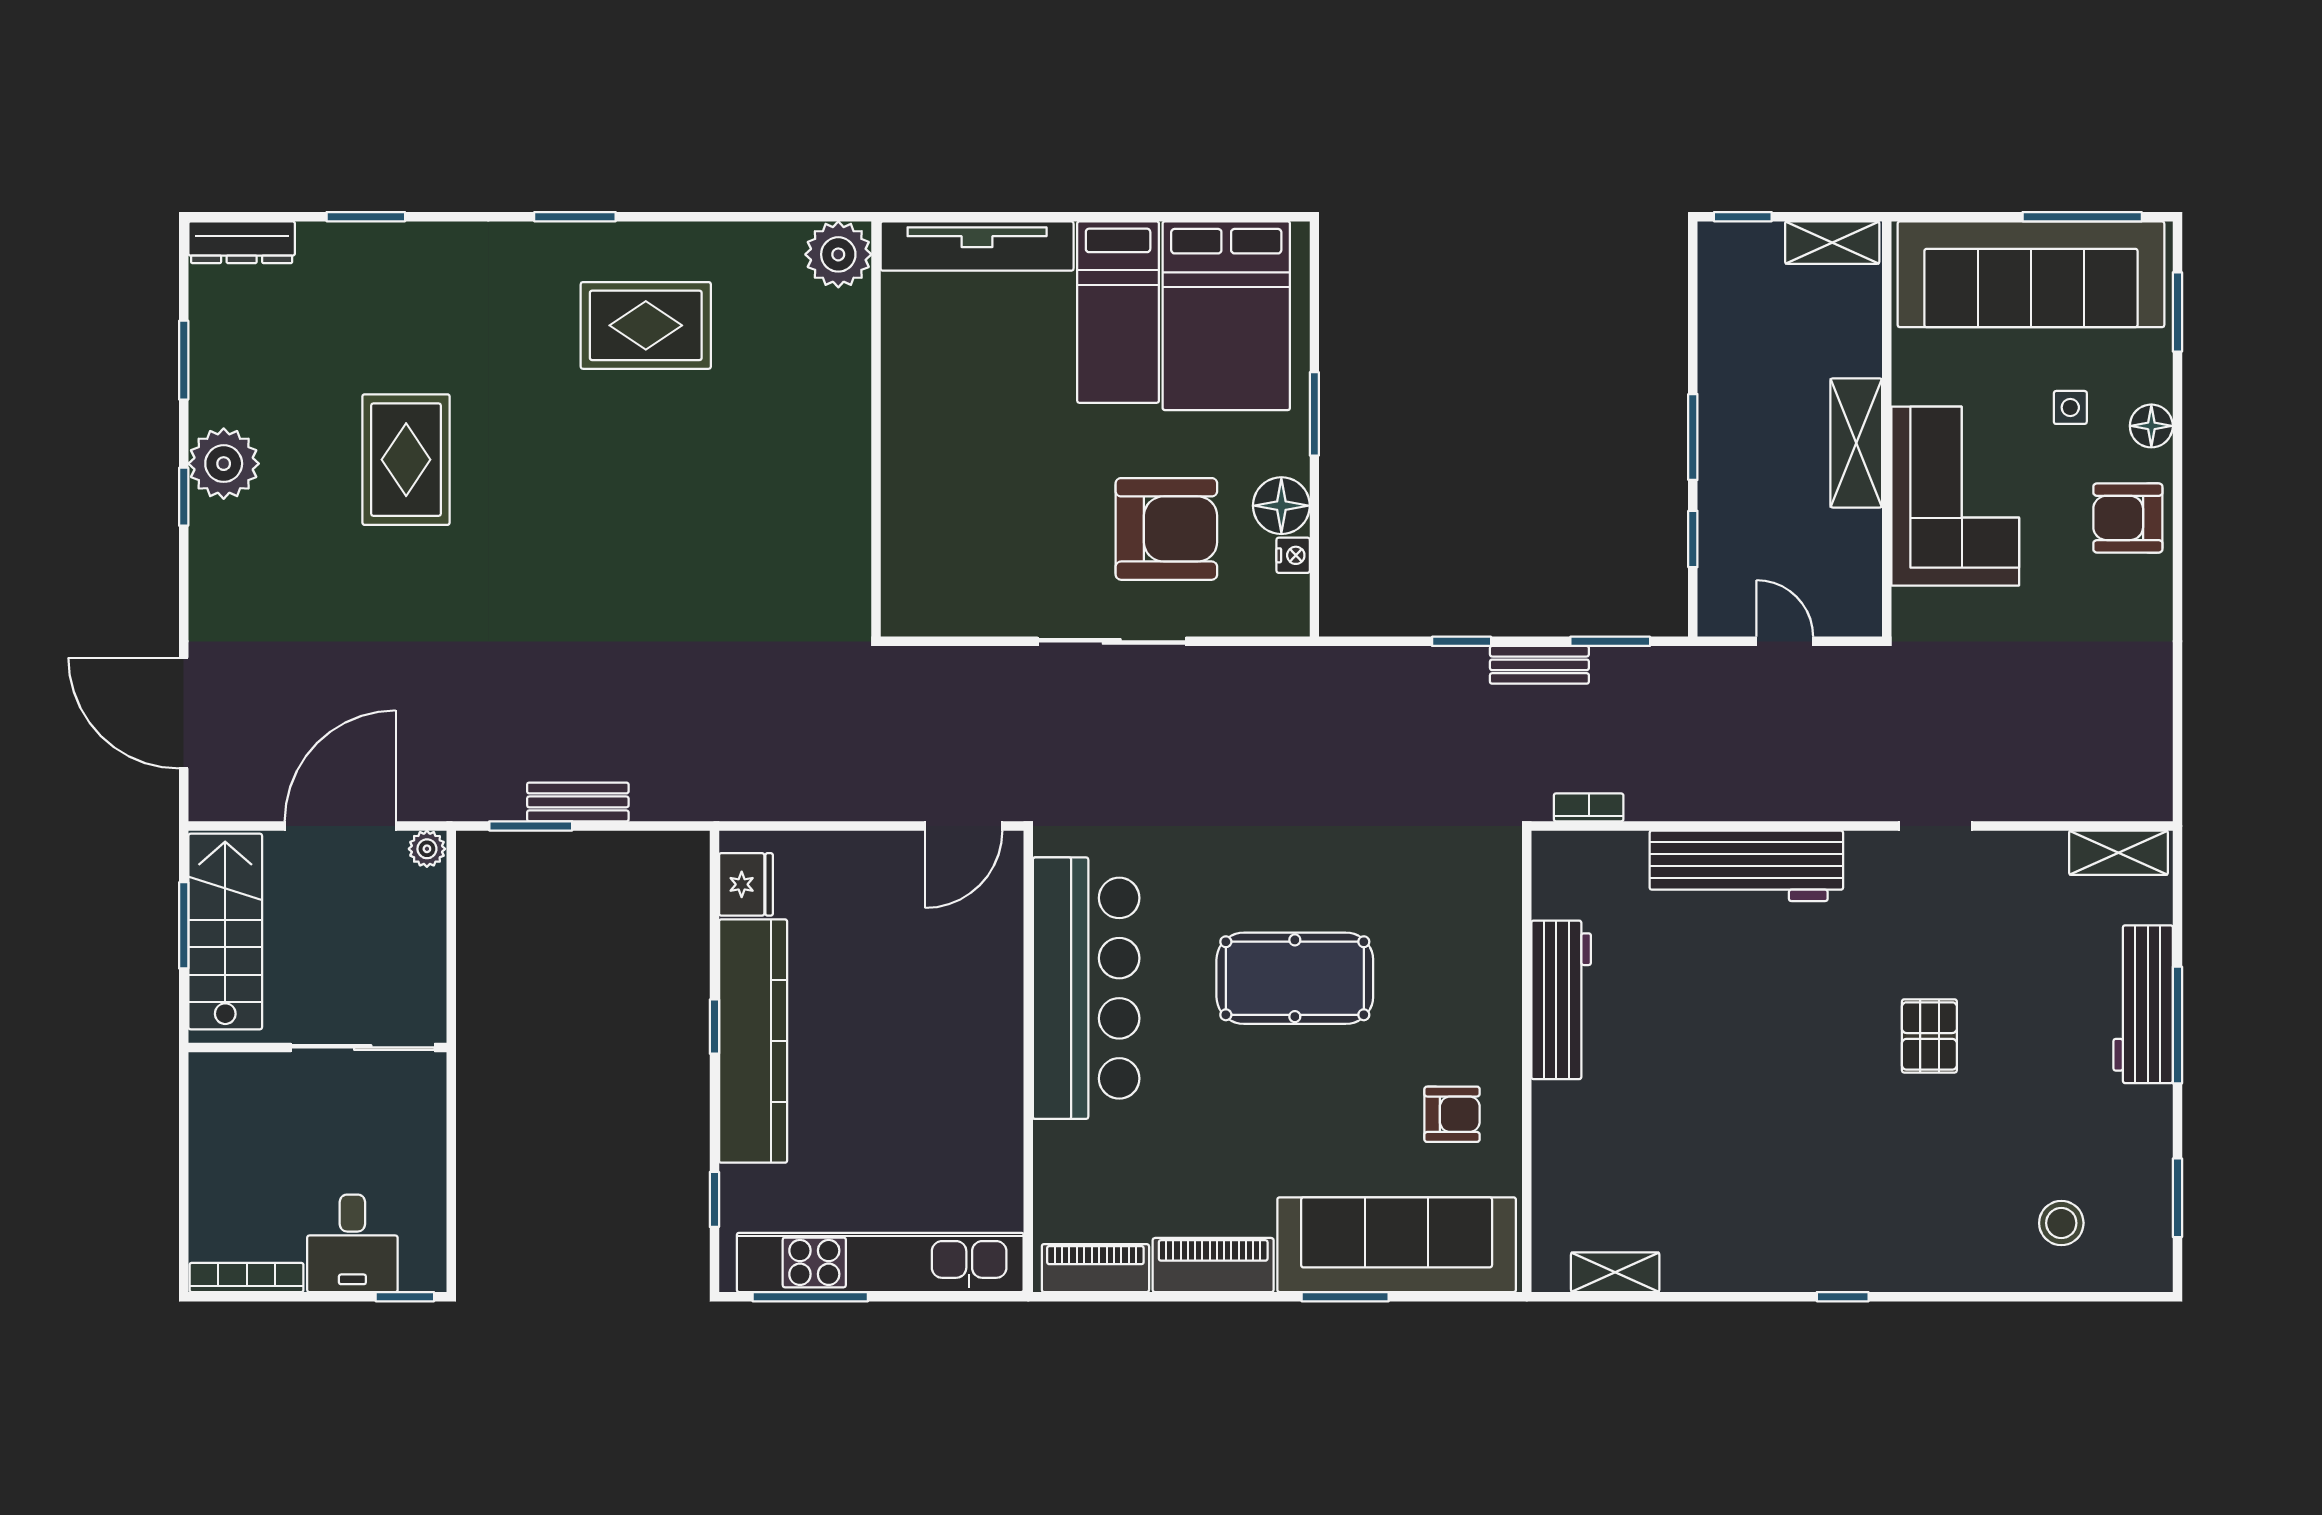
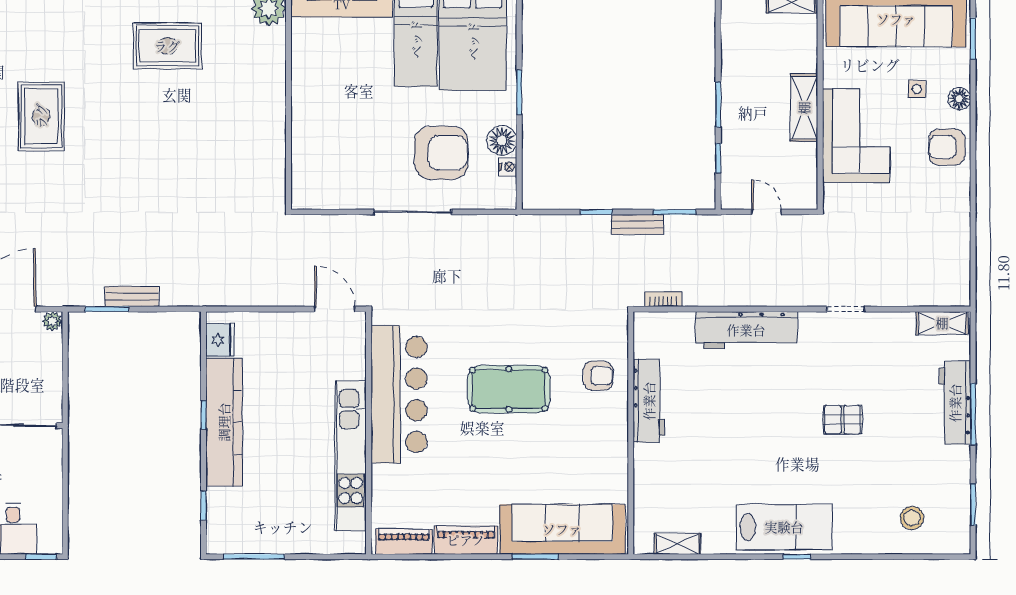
door: (964, 826) -> (335, 309), swing flipped
pallet: (1929, 1036) -> (843, 420), turned 90
armchair: (1452, 1114) -> (598, 376), moved
lab bench: (1818, 1241) -> (784, 527), added
kitchen unit: (880, 1262) -> (351, 456), moved, turned -90

